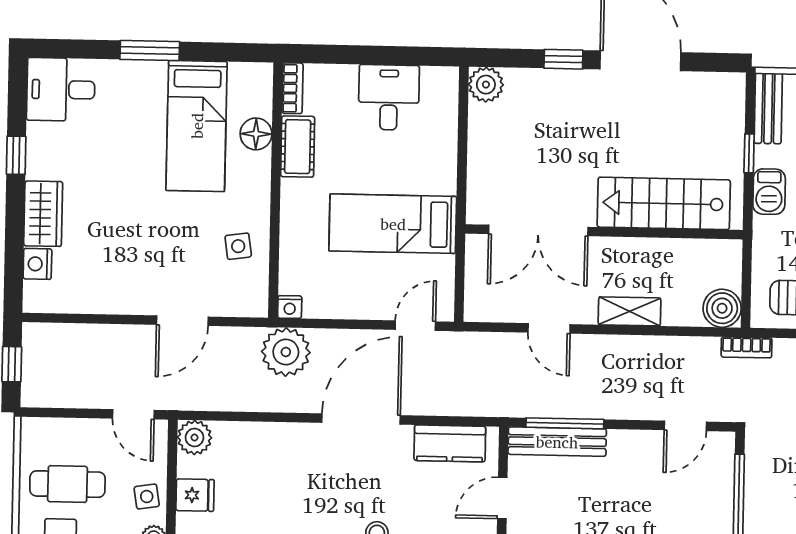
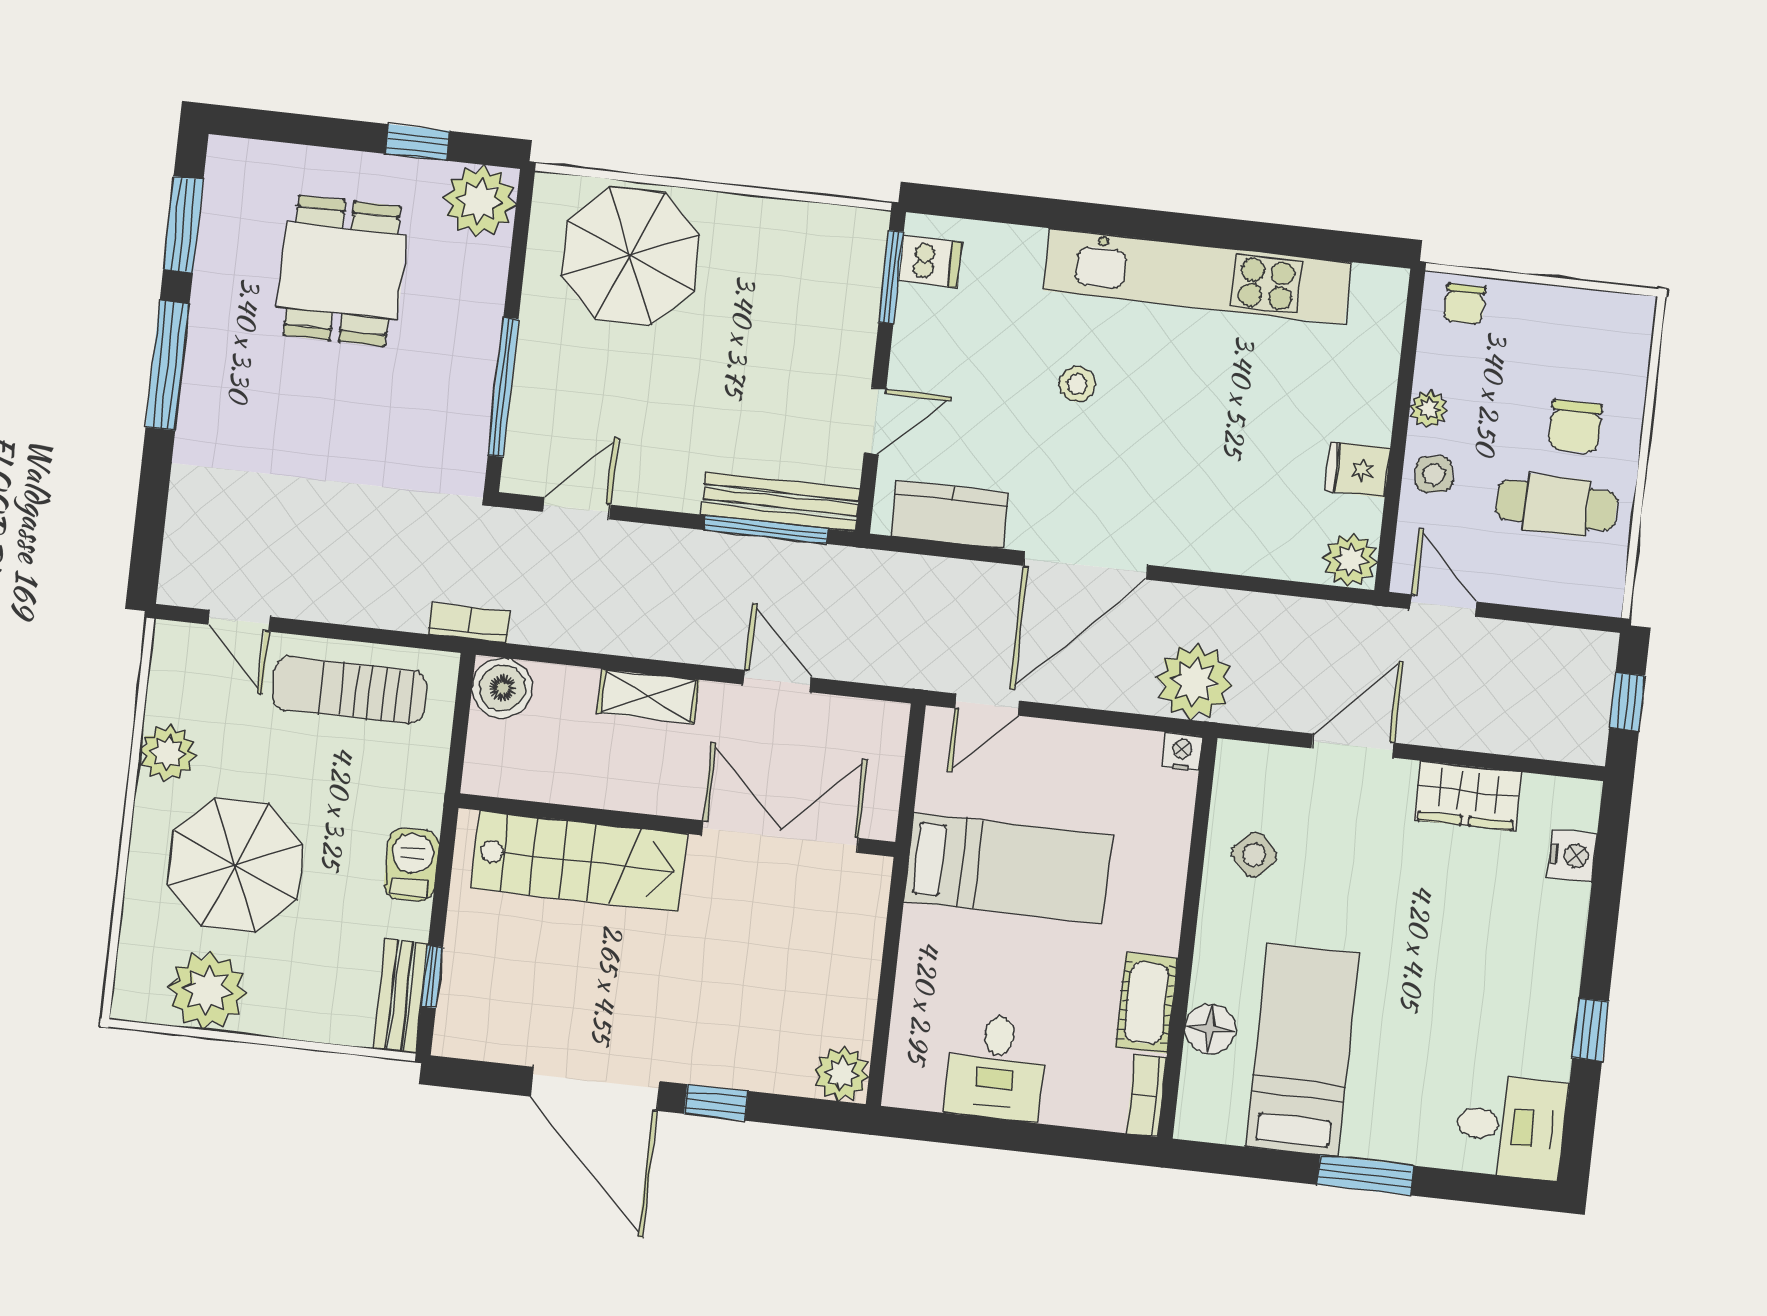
window: (749, 153) -> (432, 977), moved
wardrobe: (43, 214) -> (1468, 796), moved, turned -90
side table: (238, 246) -> (1254, 855), turned -37

